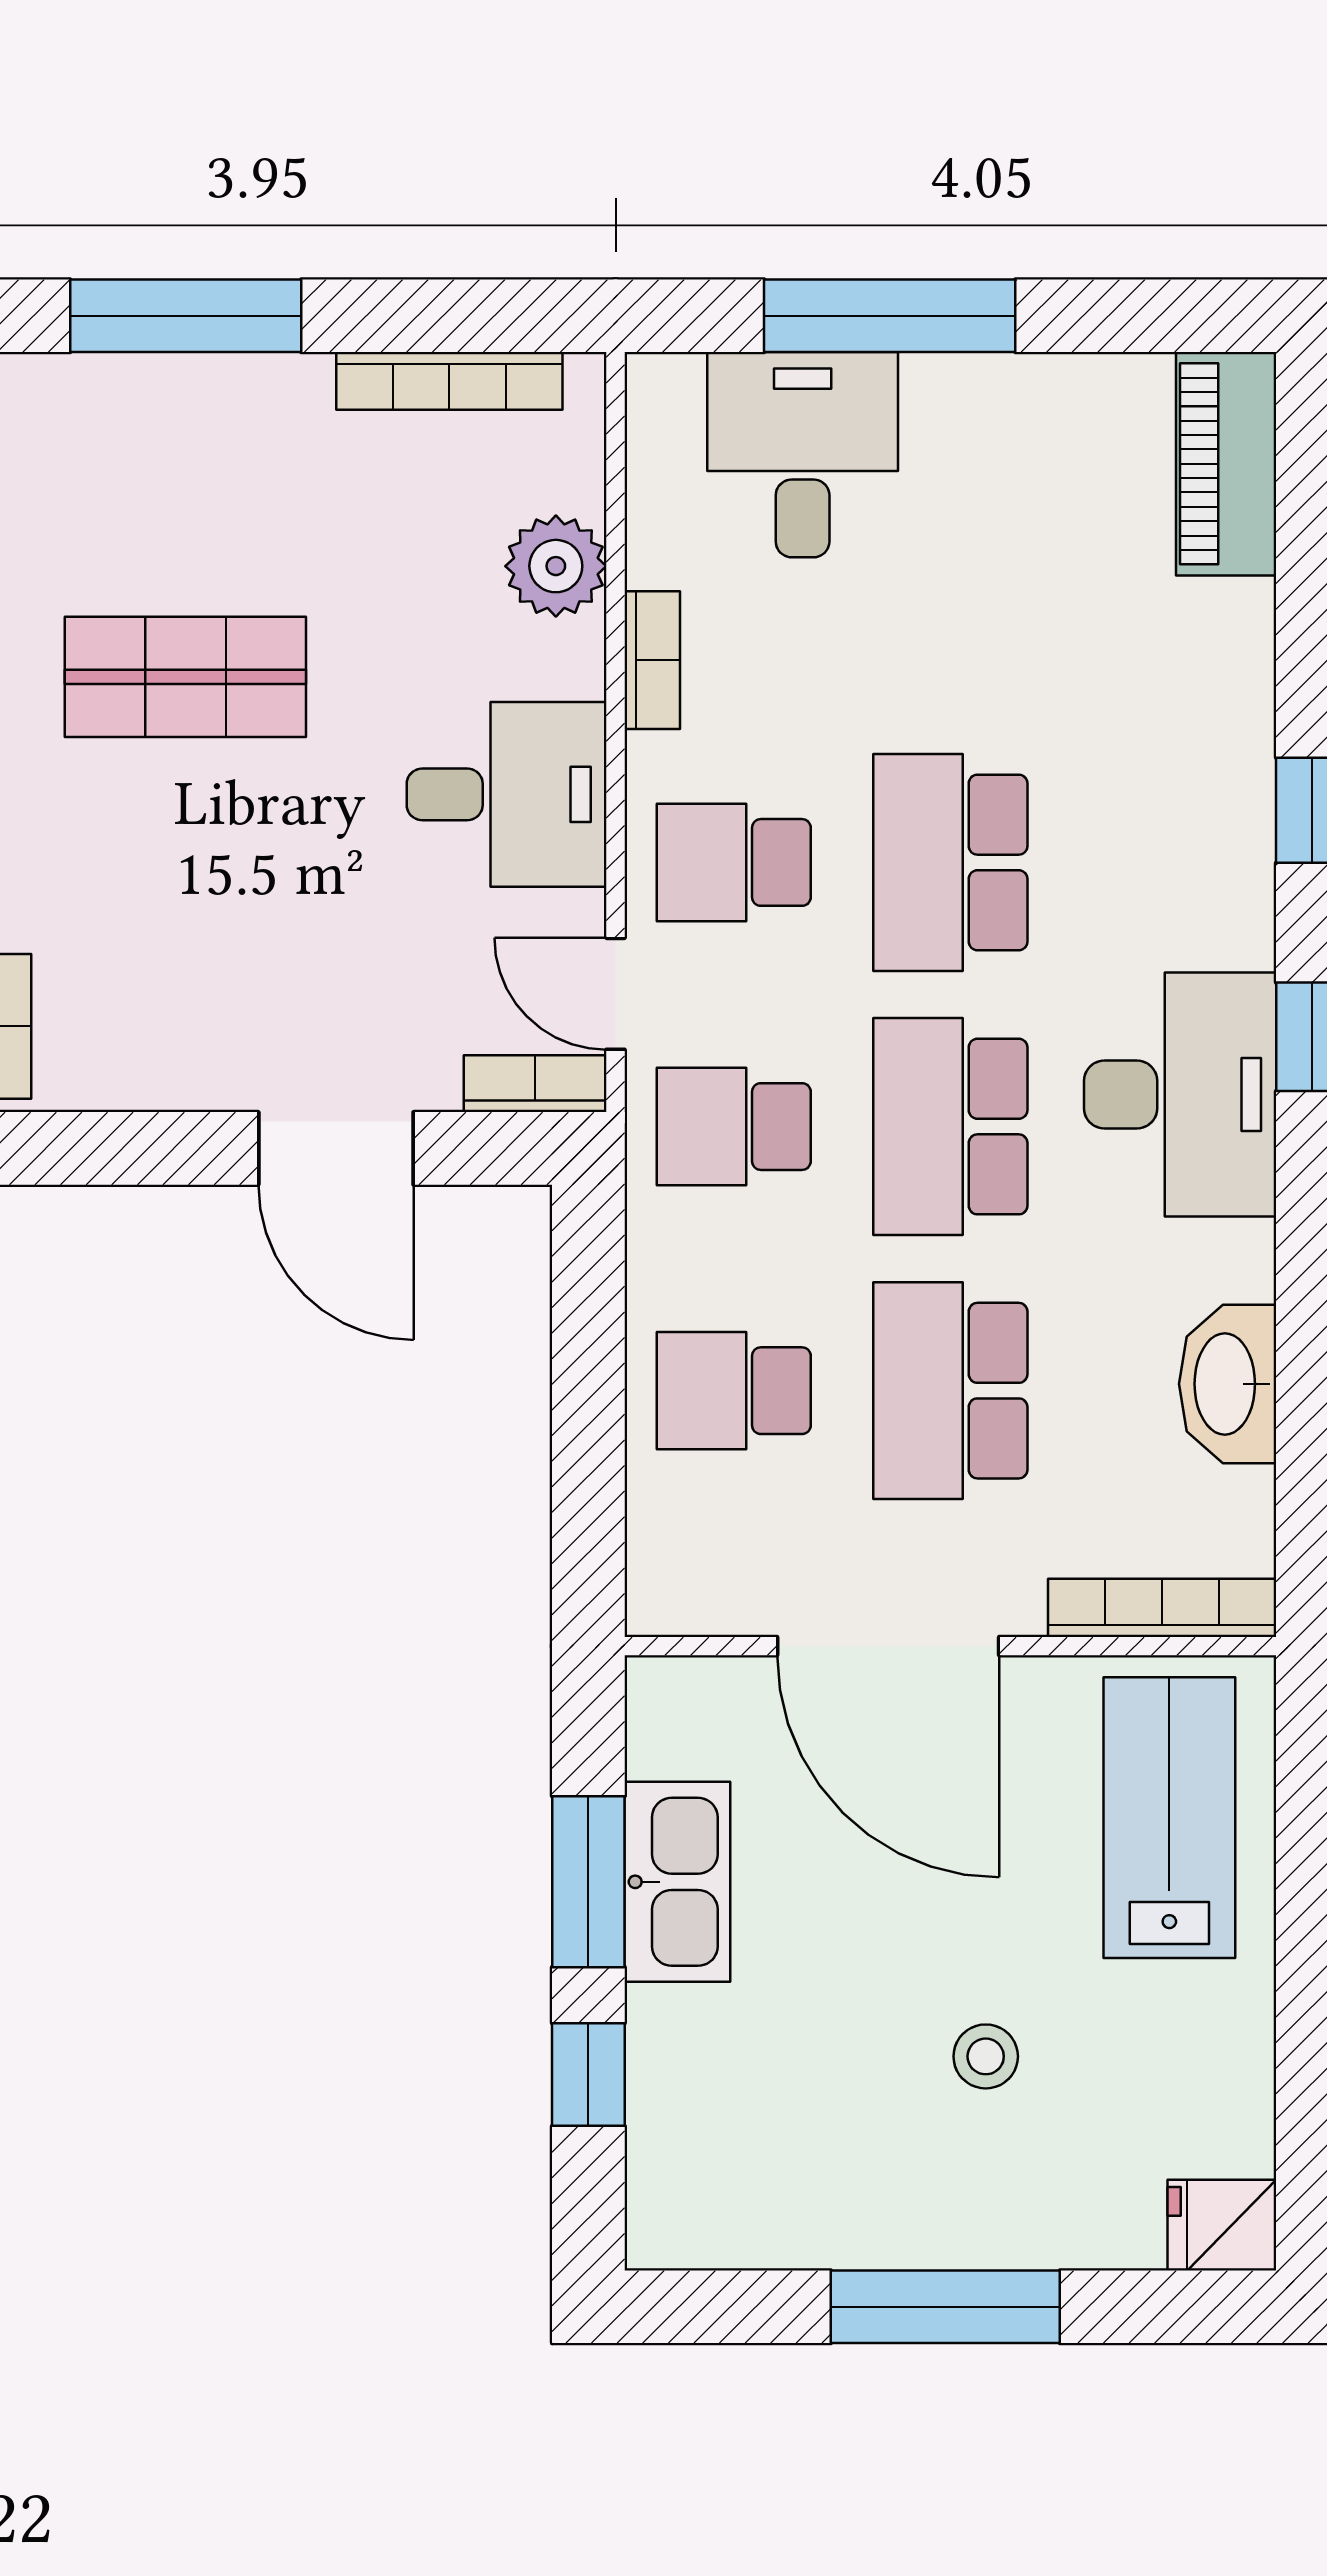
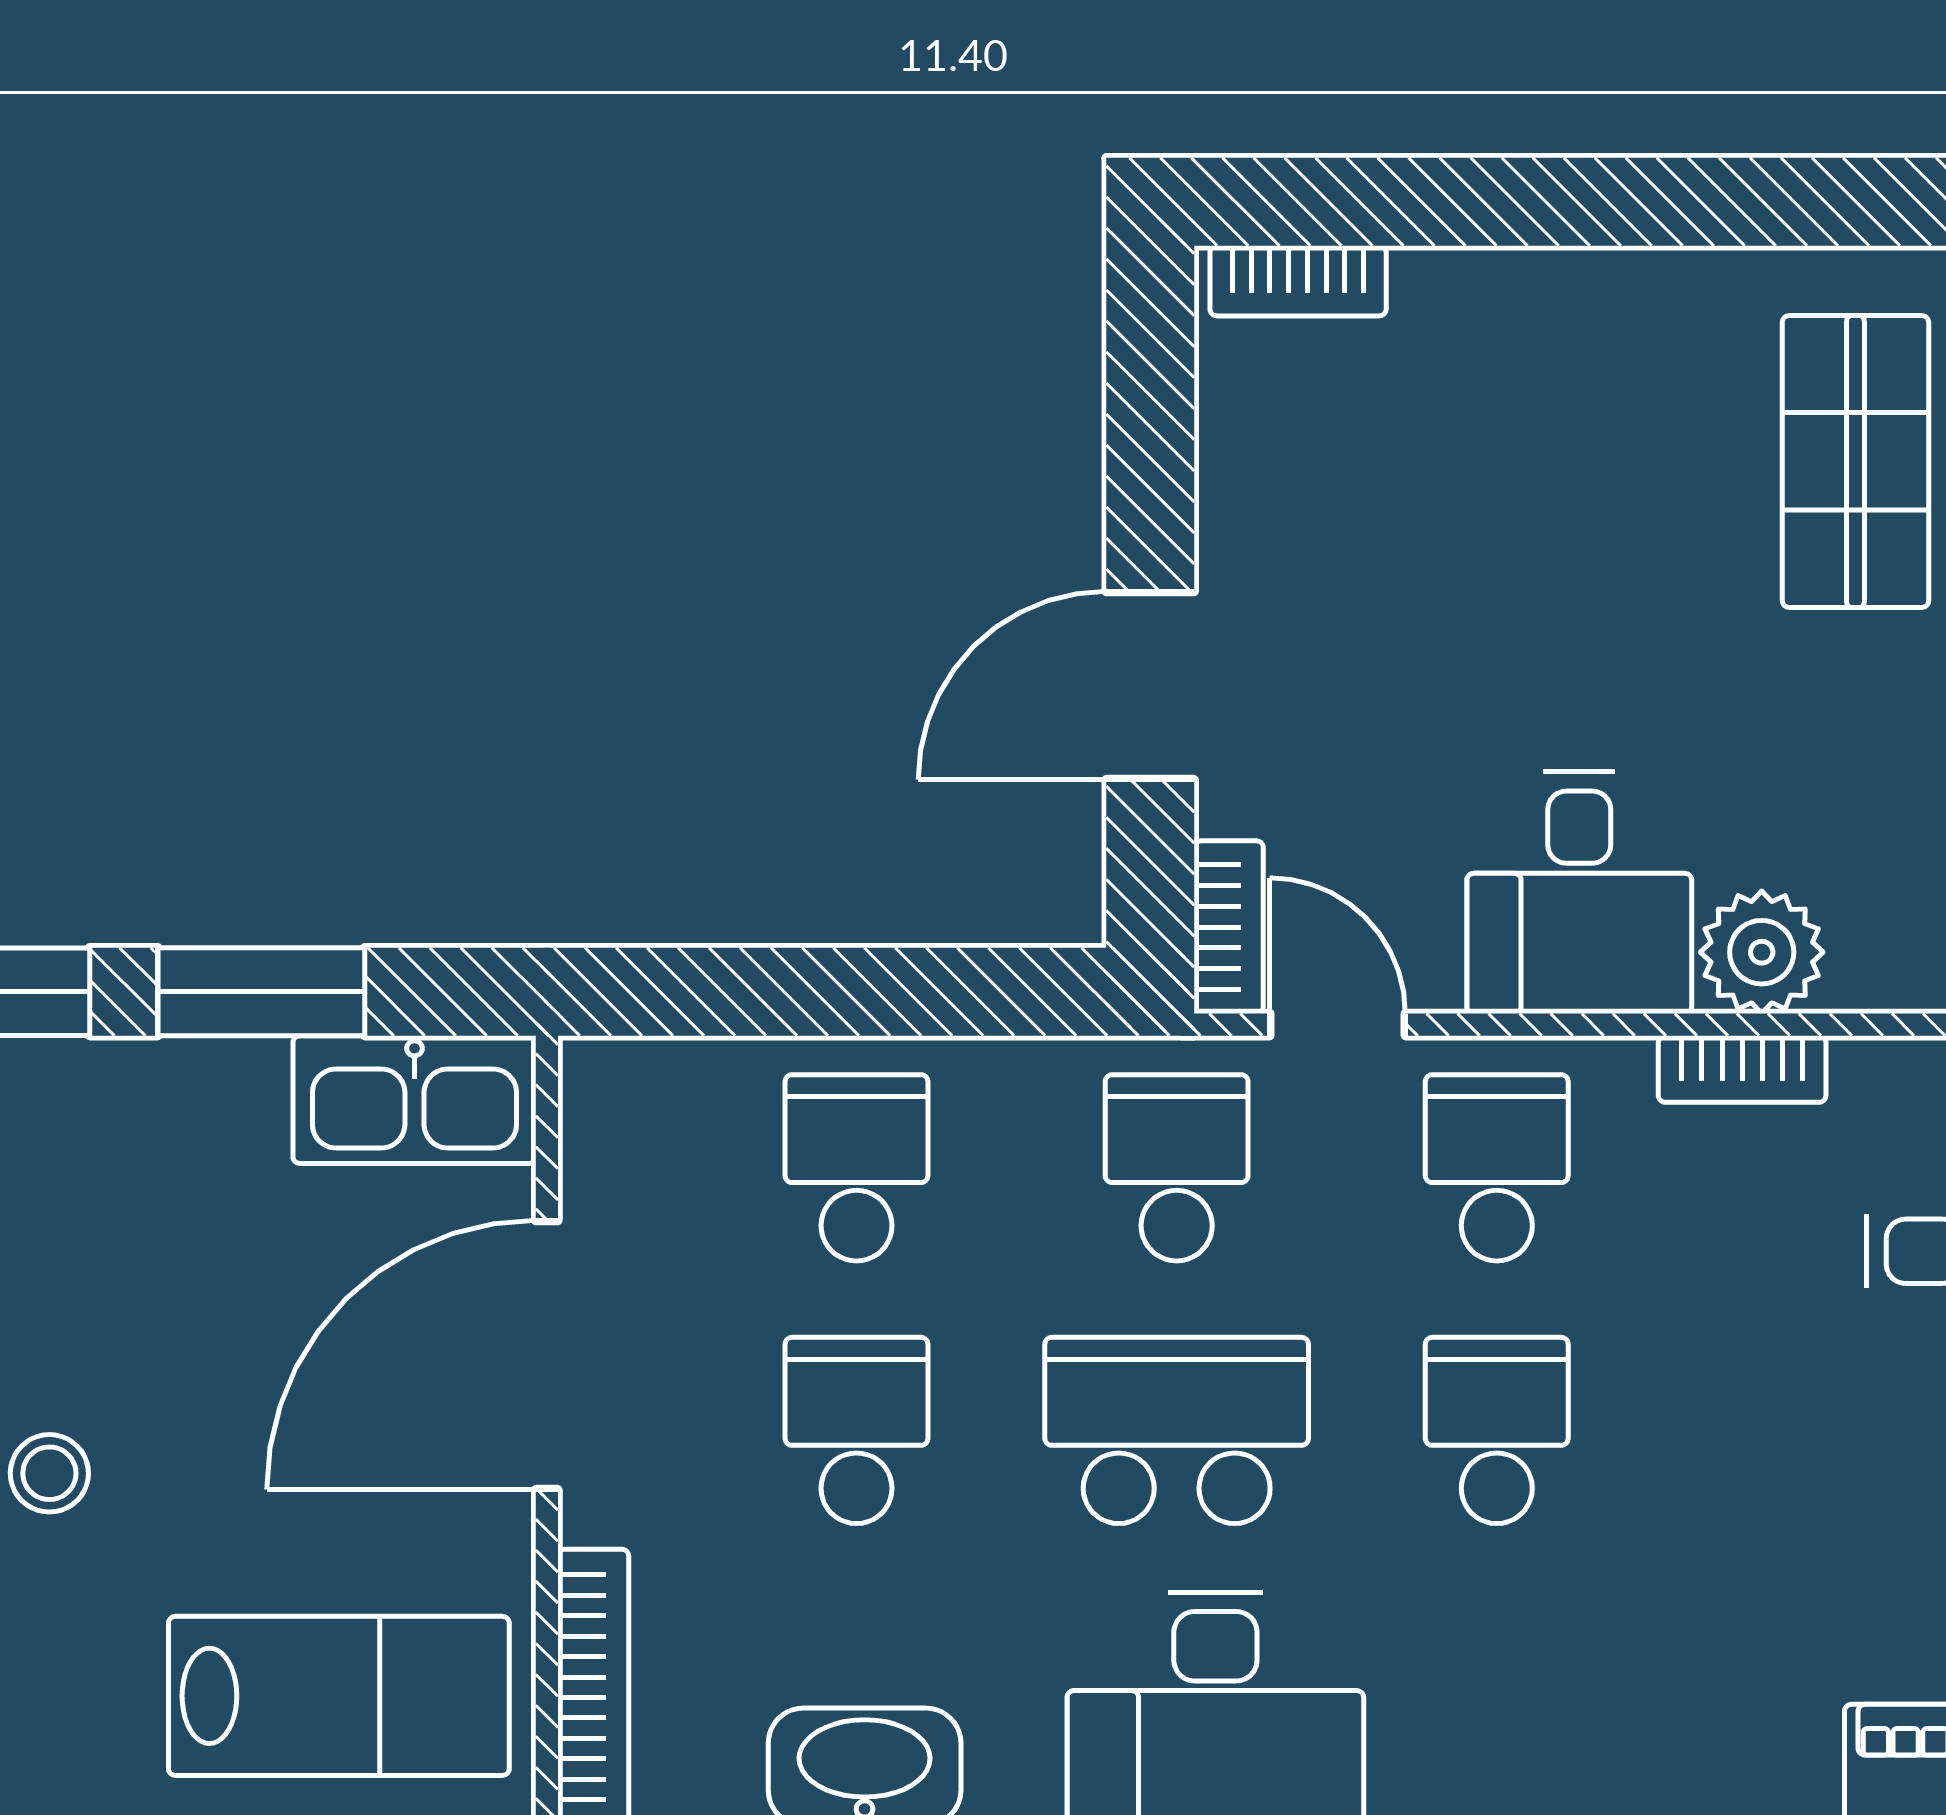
plant: (556, 566) -> (1762, 952), moved
shop shelf: (185, 677) -> (1855, 462), moved
school desk: (950, 862) -> (1497, 1430), width x0.54
door: (616, 994) -> (1338, 1025), hinge flipped
school desk: (950, 1391) -> (857, 1430), width x0.54
kitchen sink: (677, 1882) -> (414, 1100), moved

